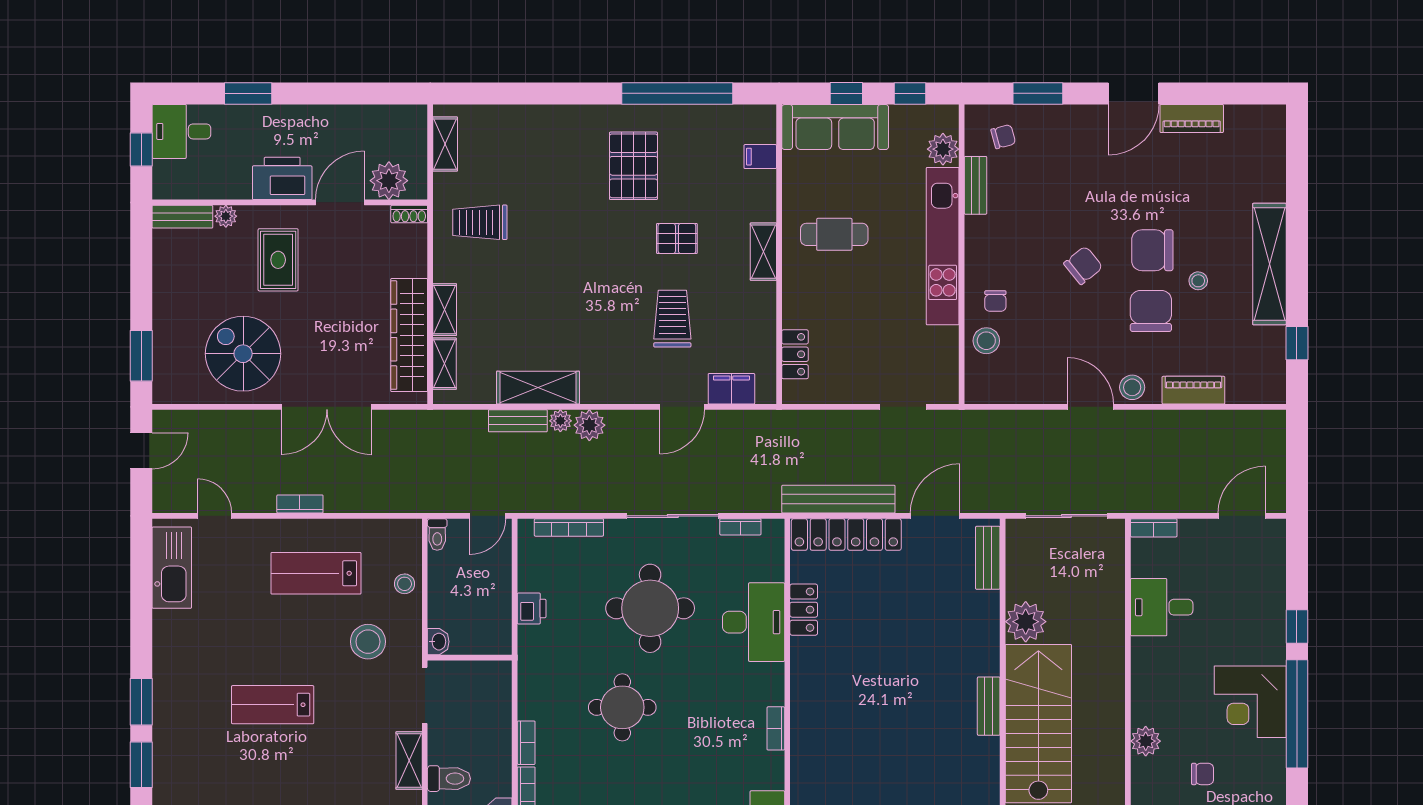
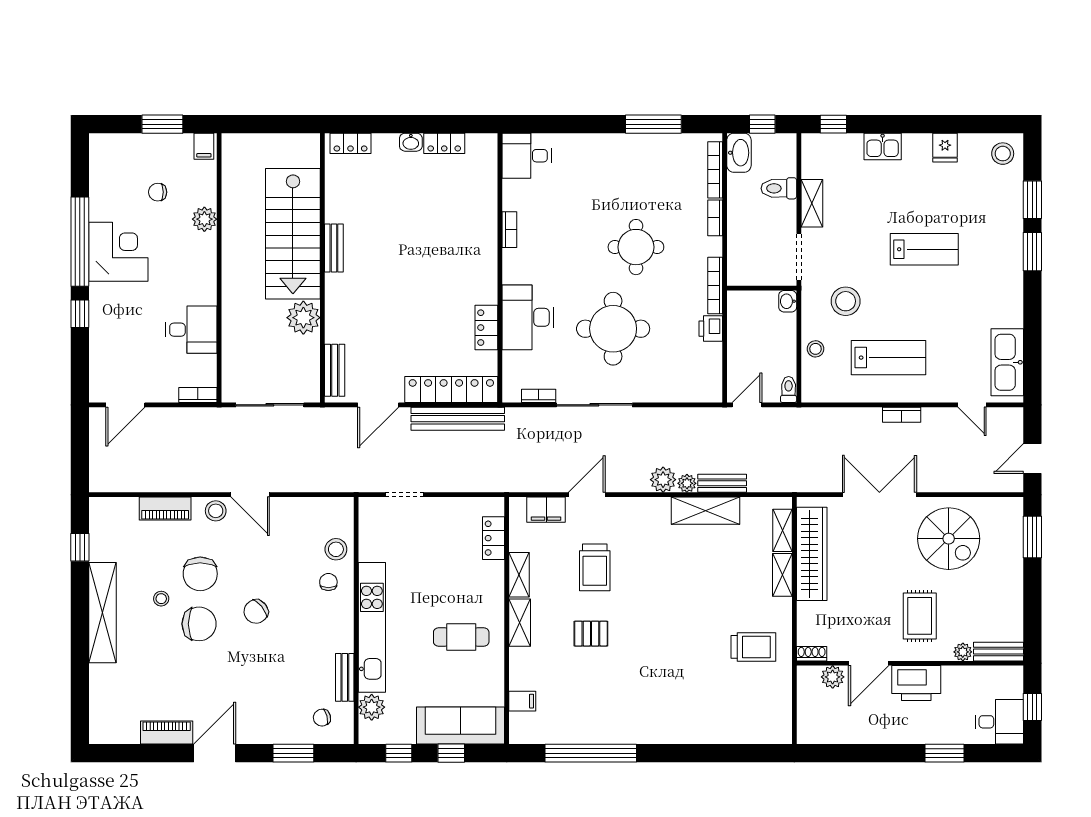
shelving: (445, 144) -> (519, 575), moved
pallet: (633, 166) -> (627, 693), removed
plant: (389, 181) -> (833, 677), width x0.73, depth x0.73
bookcase: (569, 527) -> (715, 286), moved, turned -90

